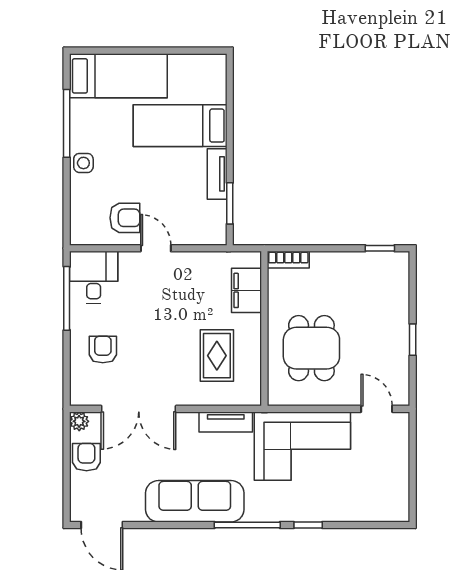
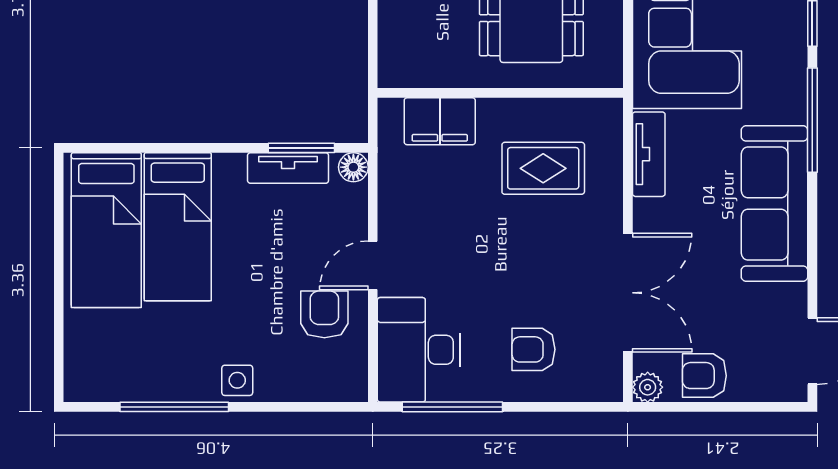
bed: (118, 76) -> (106, 230), moved, turned 180
tv unit: (217, 174) -> (288, 168), moved
floor lamp: (218, 236) -> (353, 167), added
bookcase: (288, 260) -> (391, 55), removed
desk: (94, 277) -> (419, 350), width x1.37

